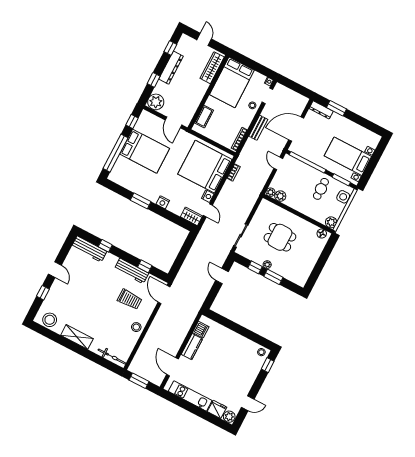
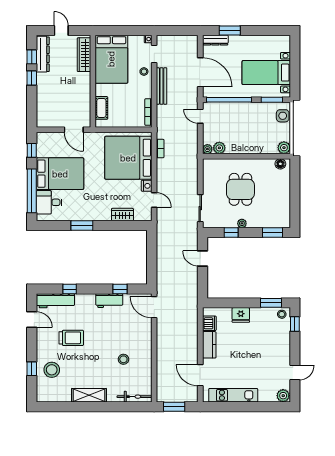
dresser: (171, 68) -> (43, 54), moved
window: (154, 80) -> (32, 78), moved
plant: (156, 102) -> (45, 118), removed
bench: (258, 128) -> (162, 86), width x1.36
door: (296, 129) -> (200, 72), swing flipped
desk: (124, 169) -> (49, 202), added
cafe table: (321, 189) -> (256, 119), removed
nightstand: (163, 202) -> (105, 215), removed
wardrobe: (191, 216) -> (122, 215), moved
dining table: (280, 237) -> (240, 189), turned 90
door: (55, 270) -> (32, 319), moved
workbench: (132, 271) -> (109, 301), width x0.73
window: (273, 277) -> (272, 232), moved
trolley: (130, 299) -> (71, 338), moved
stool: (50, 320) -> (52, 370), moved
stool: (136, 327) -> (123, 359), moved
window: (257, 339) -> (271, 303), added
fridge: (217, 409) -> (241, 315), moved, turned 180

